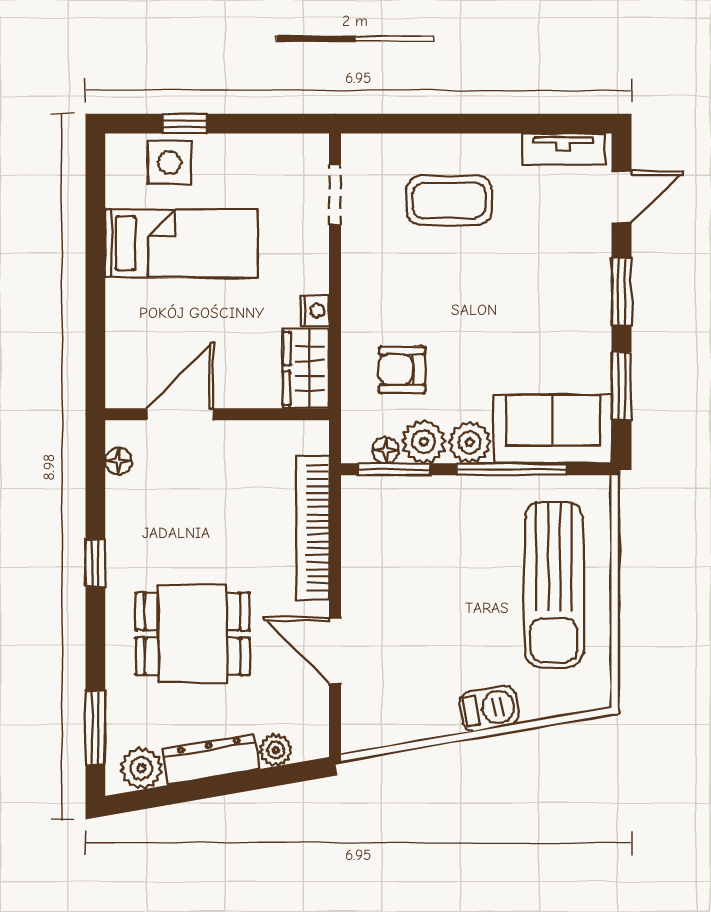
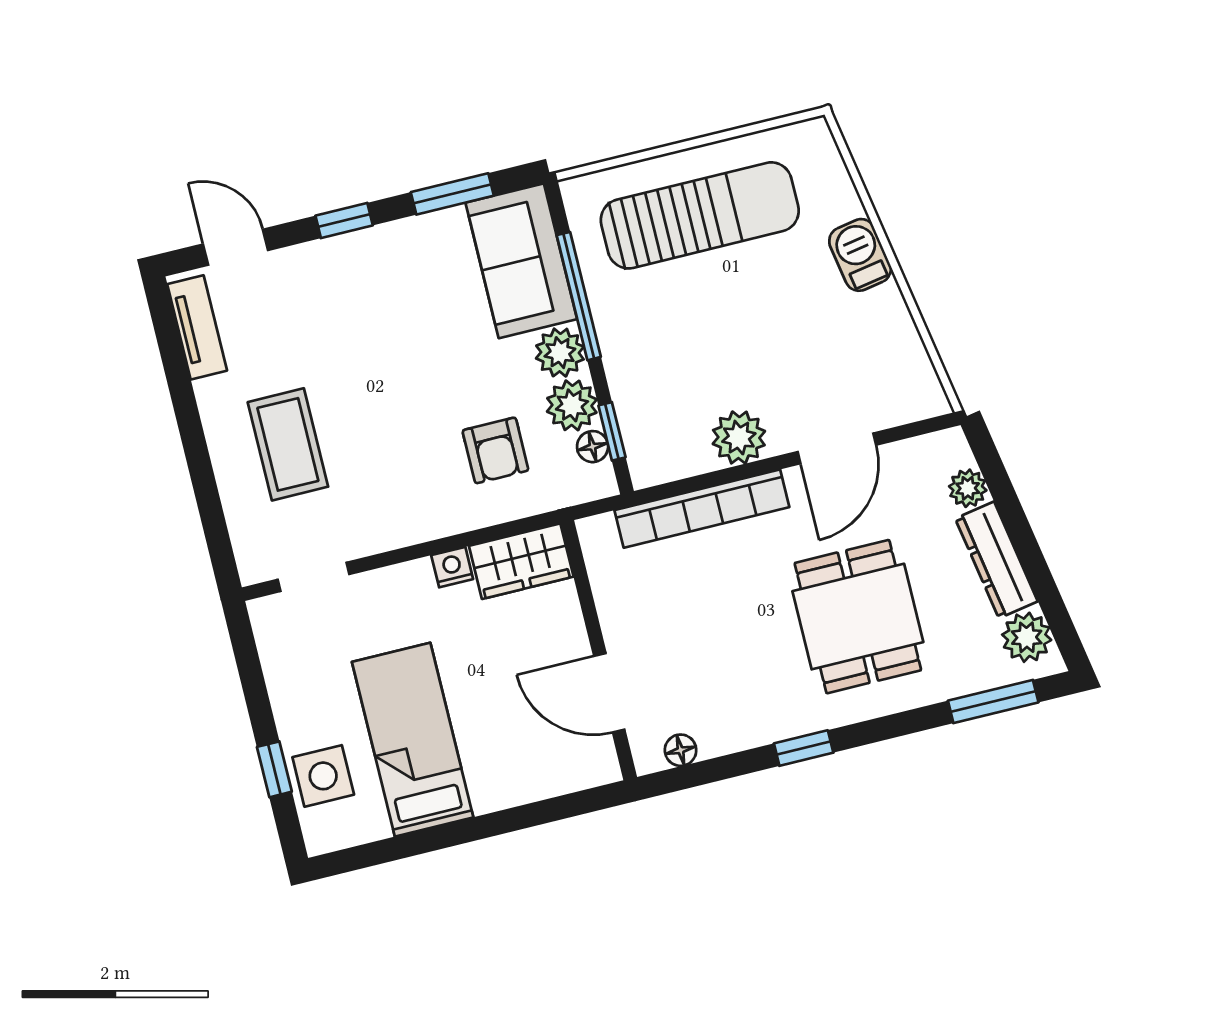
window: (622, 292) -> (344, 221), width x0.67
window: (394, 469) -> (612, 431), width x0.67
plant: (364, 572) -> (739, 438), added

